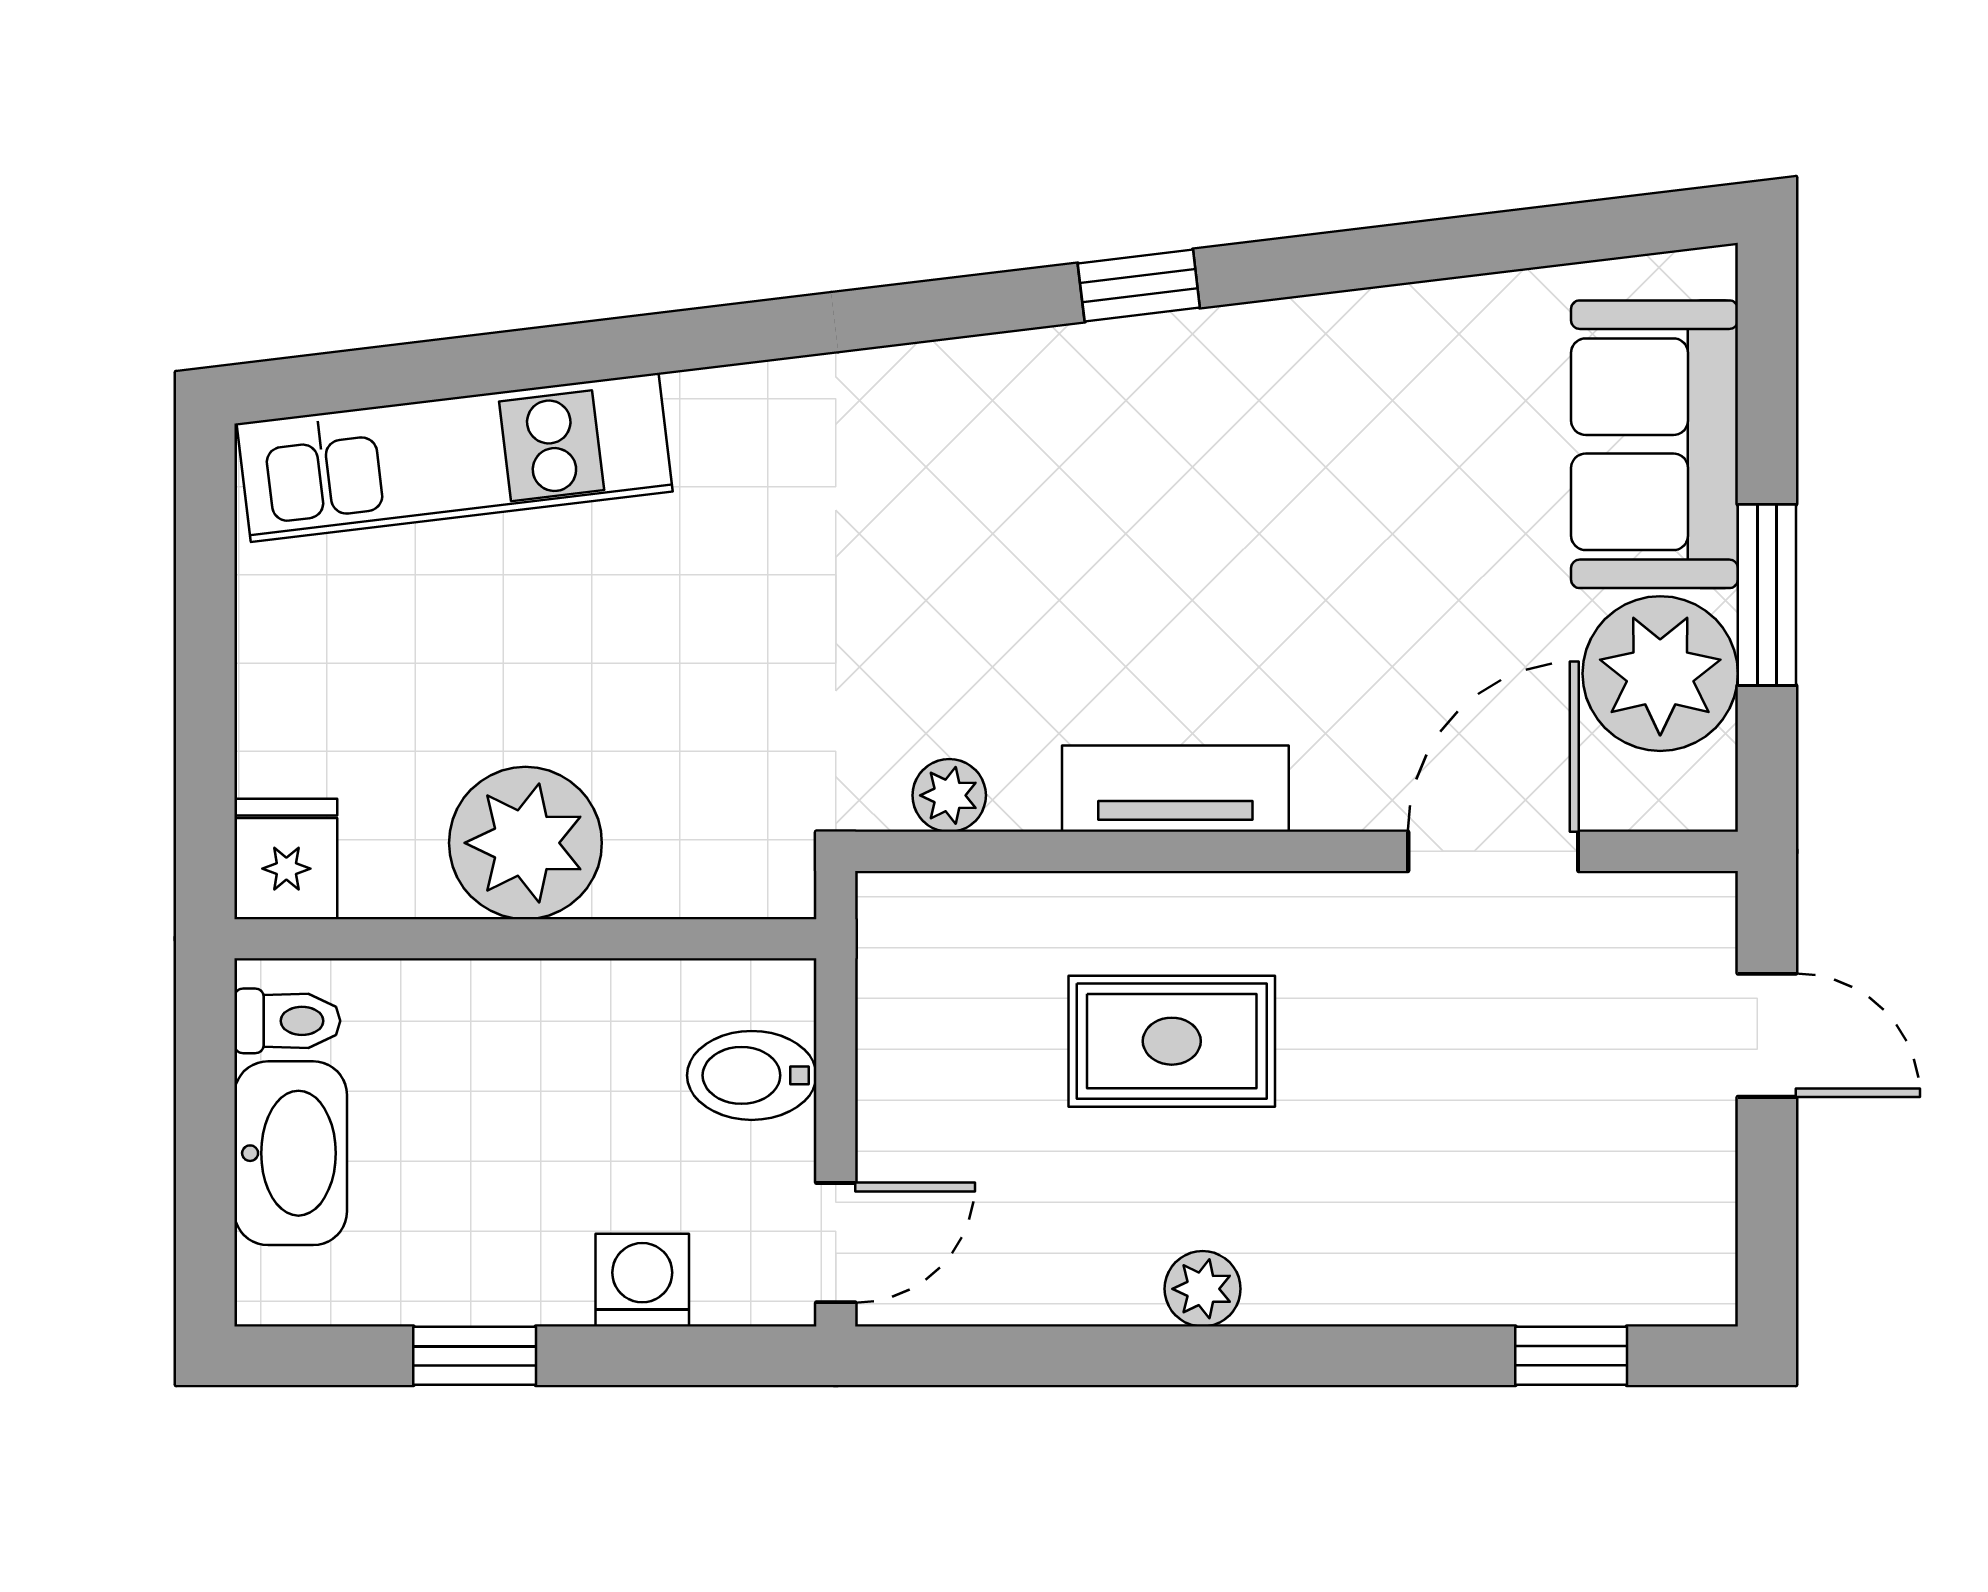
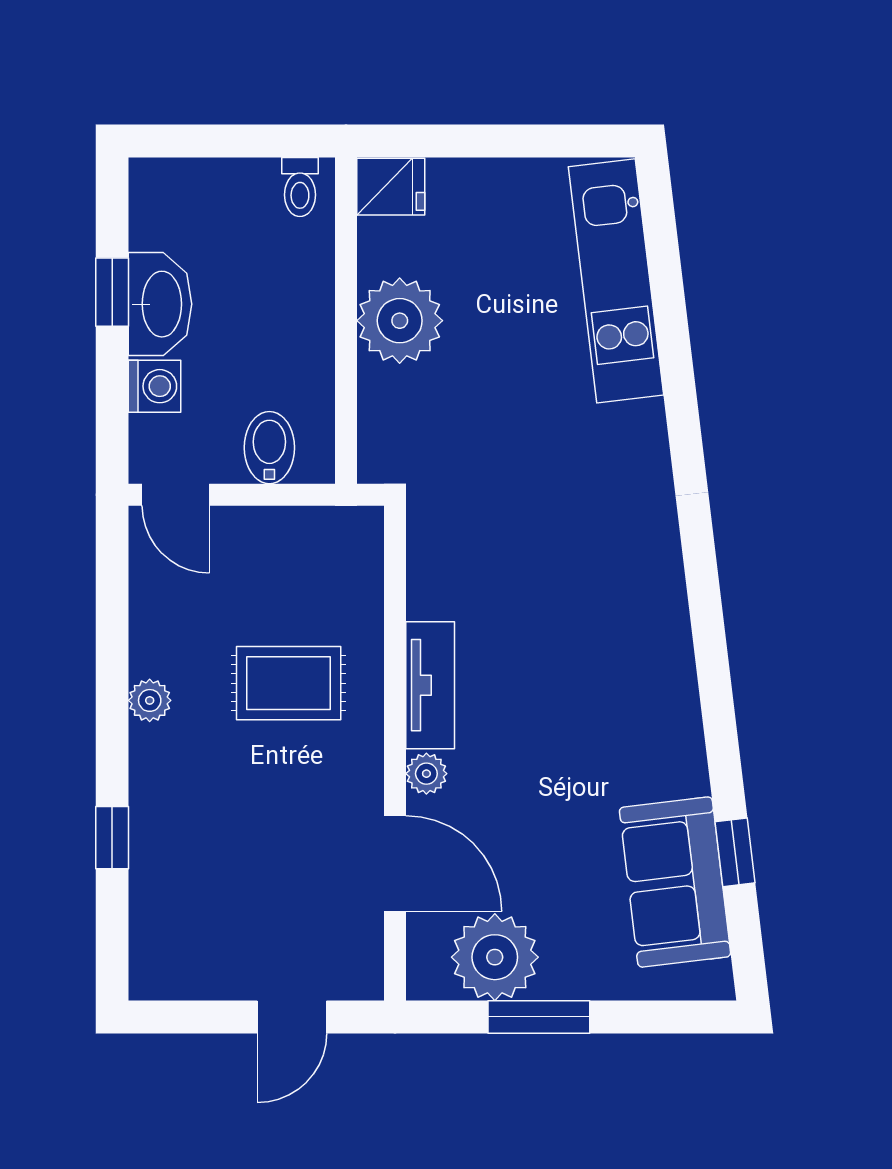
window: (1139, 286) -> (735, 852), moved
sofa: (1655, 444) -> (675, 882), moved, turned -97
plant: (949, 795) -> (426, 774), moved
rug: (1172, 1041) -> (289, 683), turned 90
washbasin: (291, 1153) -> (160, 304), moved, turned -90
window: (1571, 1356) -> (112, 838), moved

